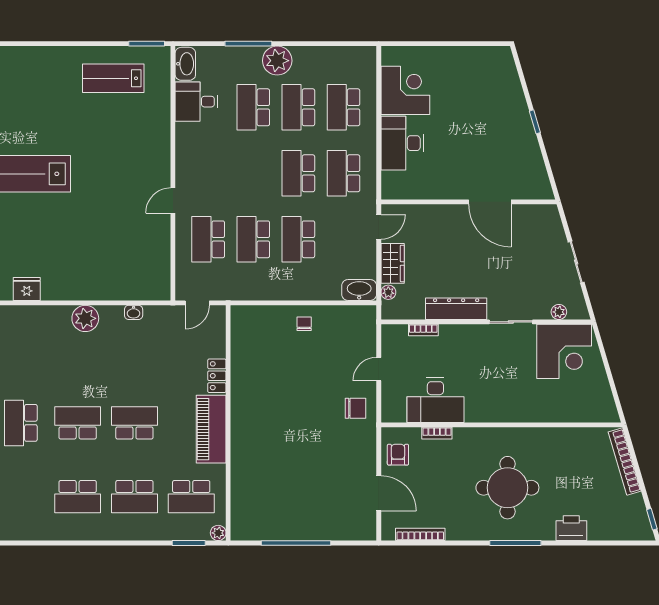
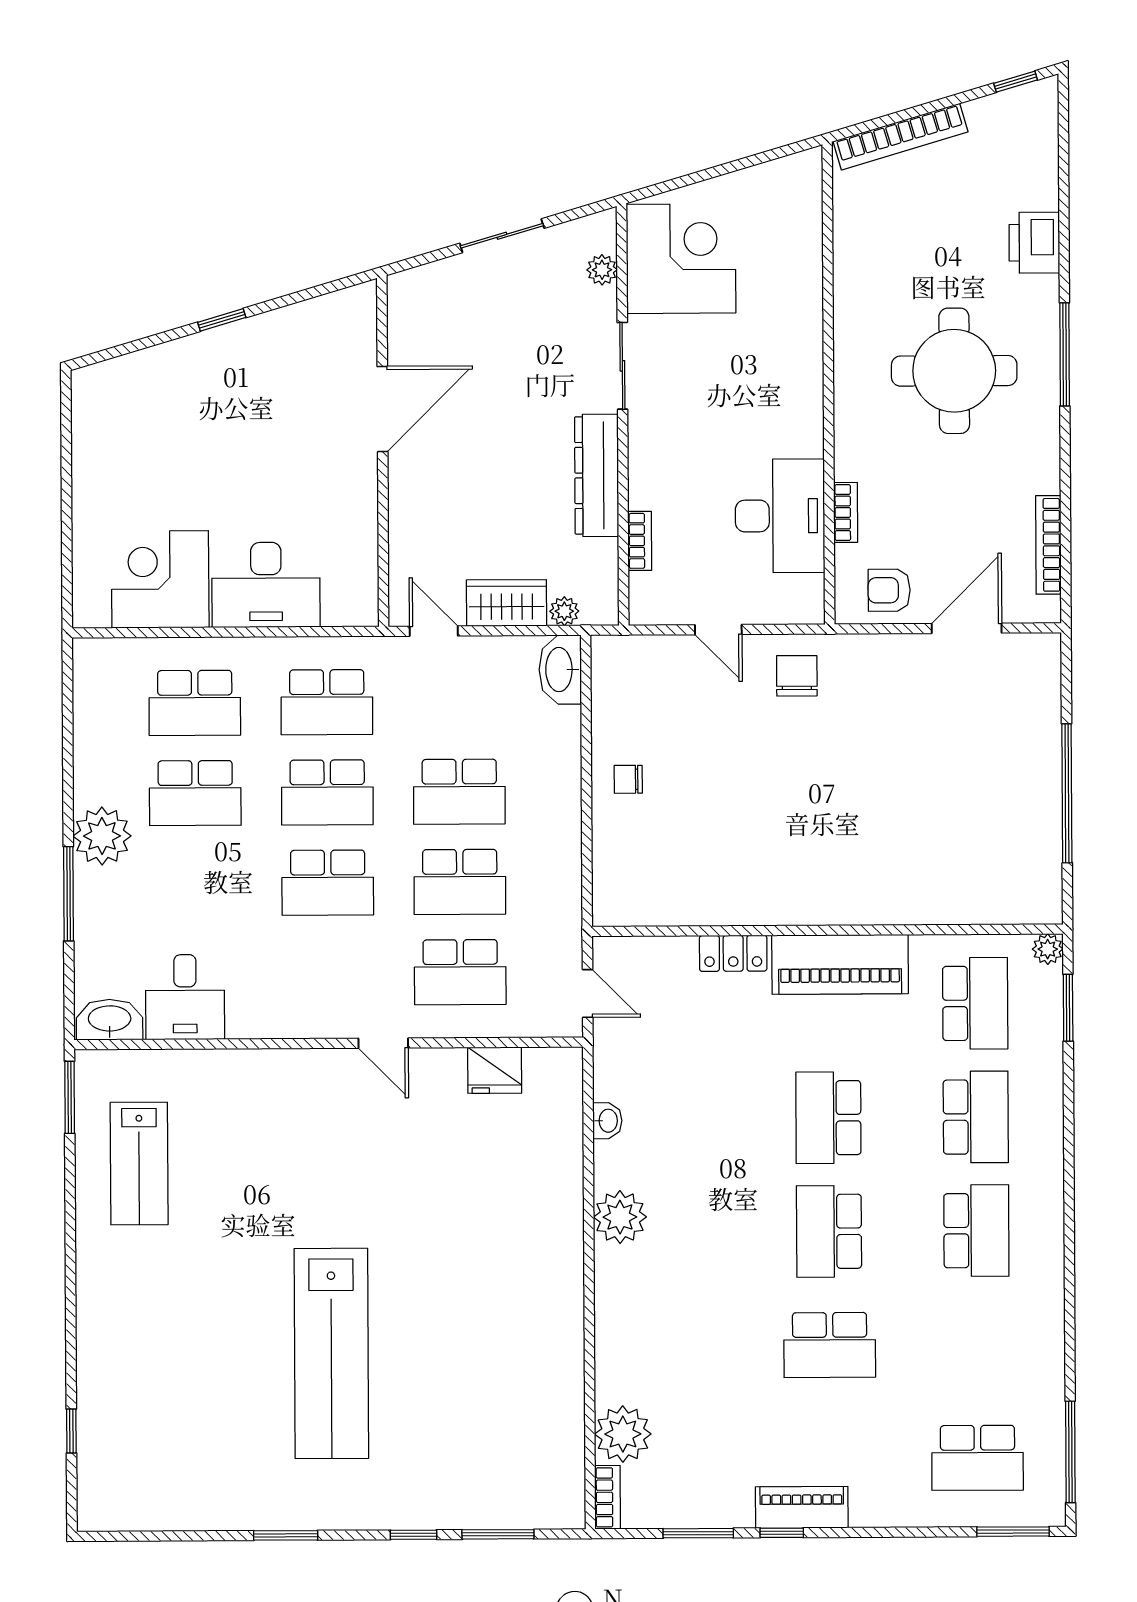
school desk: (253, 107) -> (328, 883), moved
fridge: (27, 289) -> (495, 1070), moved, turned -90

